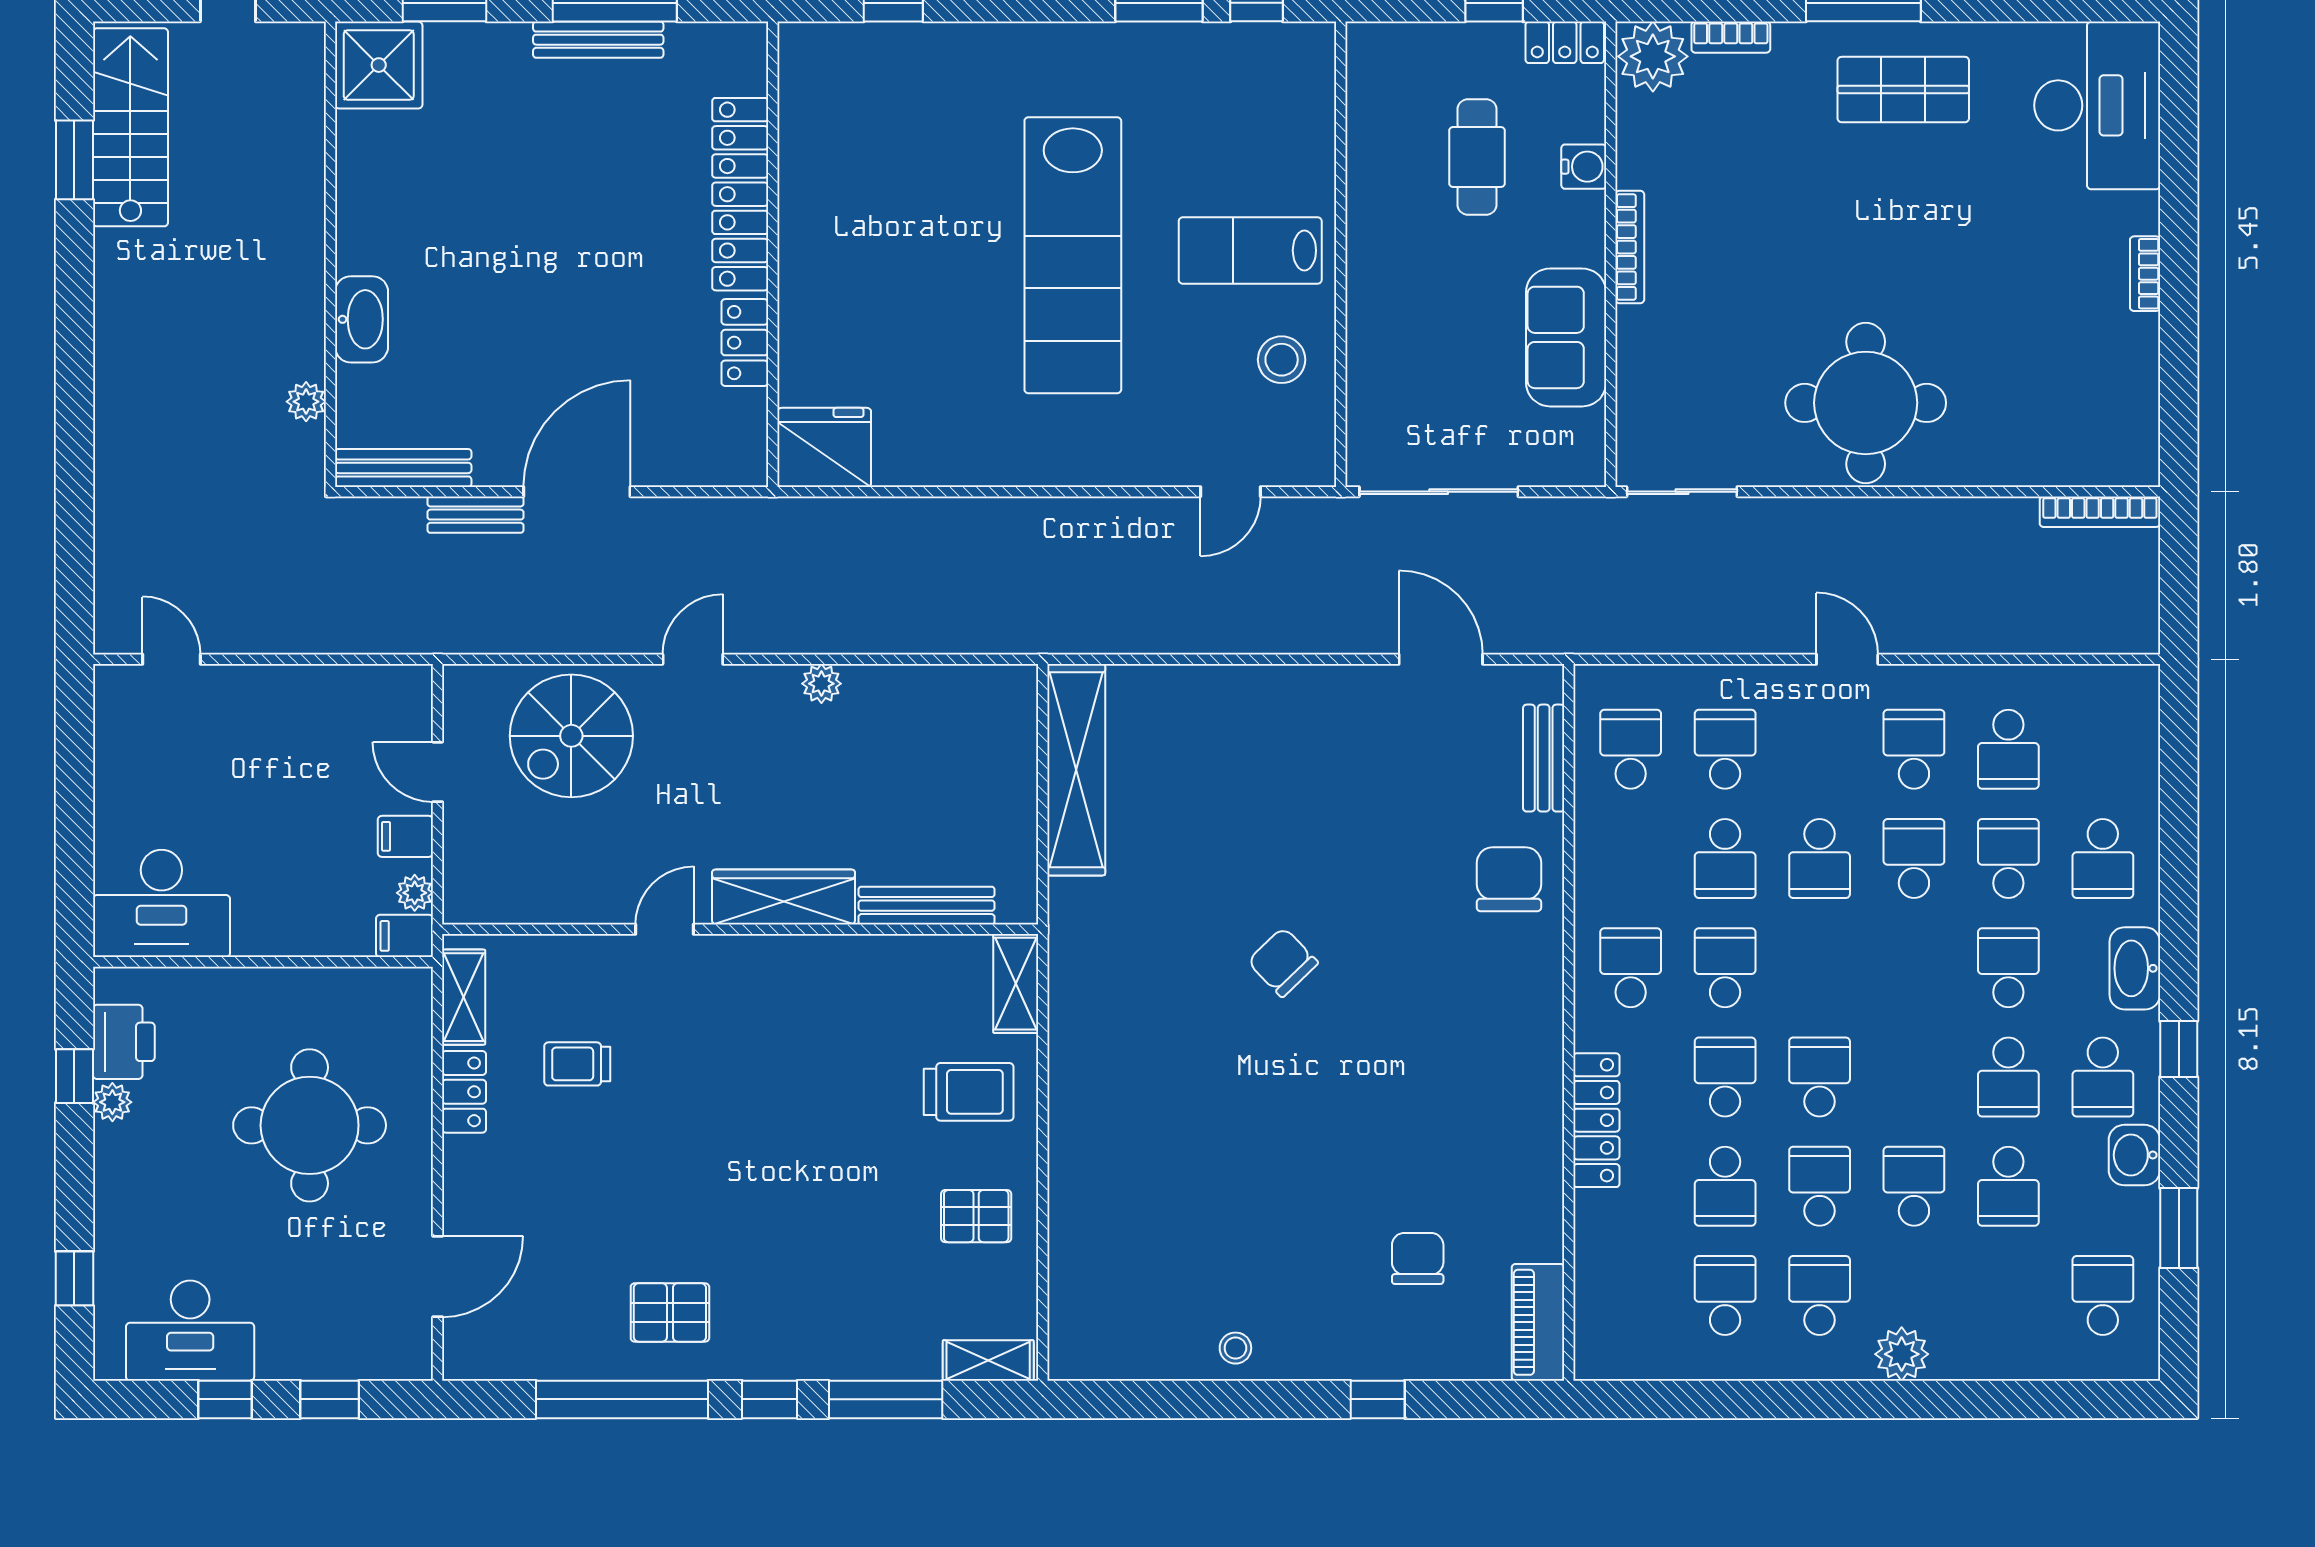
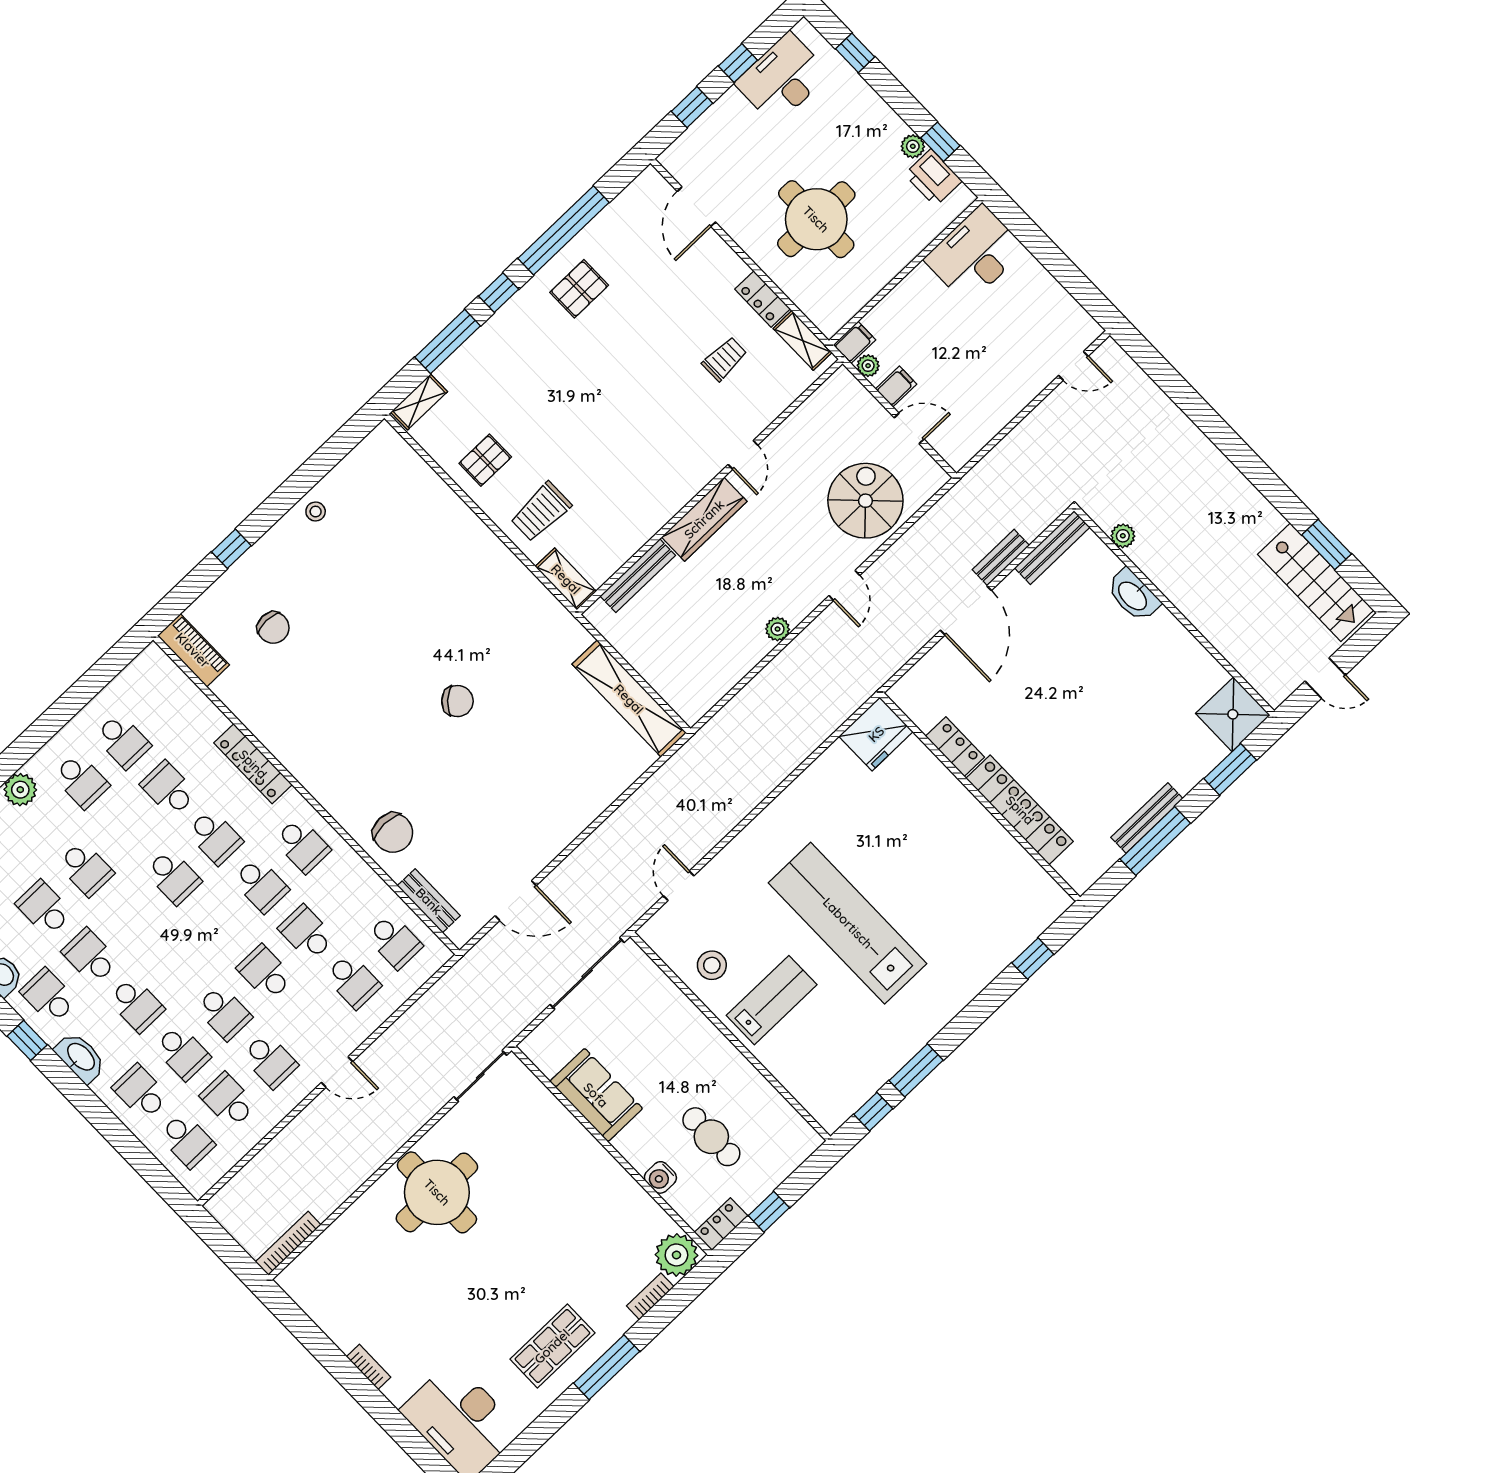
bookcase: (1630, 247) -> (606, 1162), removed
school desk: (1820, 1186) -> (187, 1140), moved

